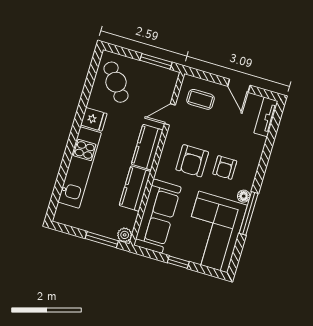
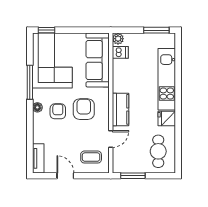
cafe table: (116, 82) -> (158, 151), turned 36
kitchen counter: (135, 188) -> (121, 76), removed
floor lamp: (244, 196) -> (37, 107), moved
dishwasher: (127, 217) -> (120, 52), added
window: (102, 240) -> (156, 30), moved
window: (178, 262) -> (46, 30), moved

